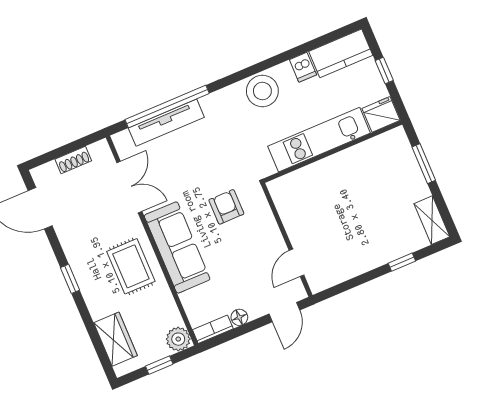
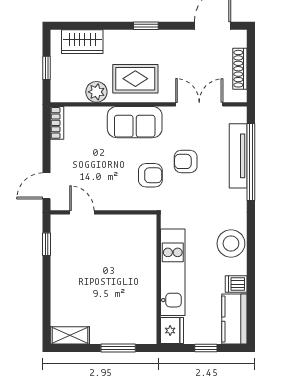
shoe rack: (73, 160) -> (240, 69), width x1.43
armchair: (196, 176) -> (186, 161), added
double door: (129, 187) -> (199, 104), swing flipped
sofa: (177, 247) -> (135, 122), width x0.73
window: (402, 262) -> (47, 244), moved
door: (284, 312) -> (47, 186), hinge flipped
floor lamp: (239, 317) -> (58, 148), removed
plant: (178, 339) -> (96, 92), moved

